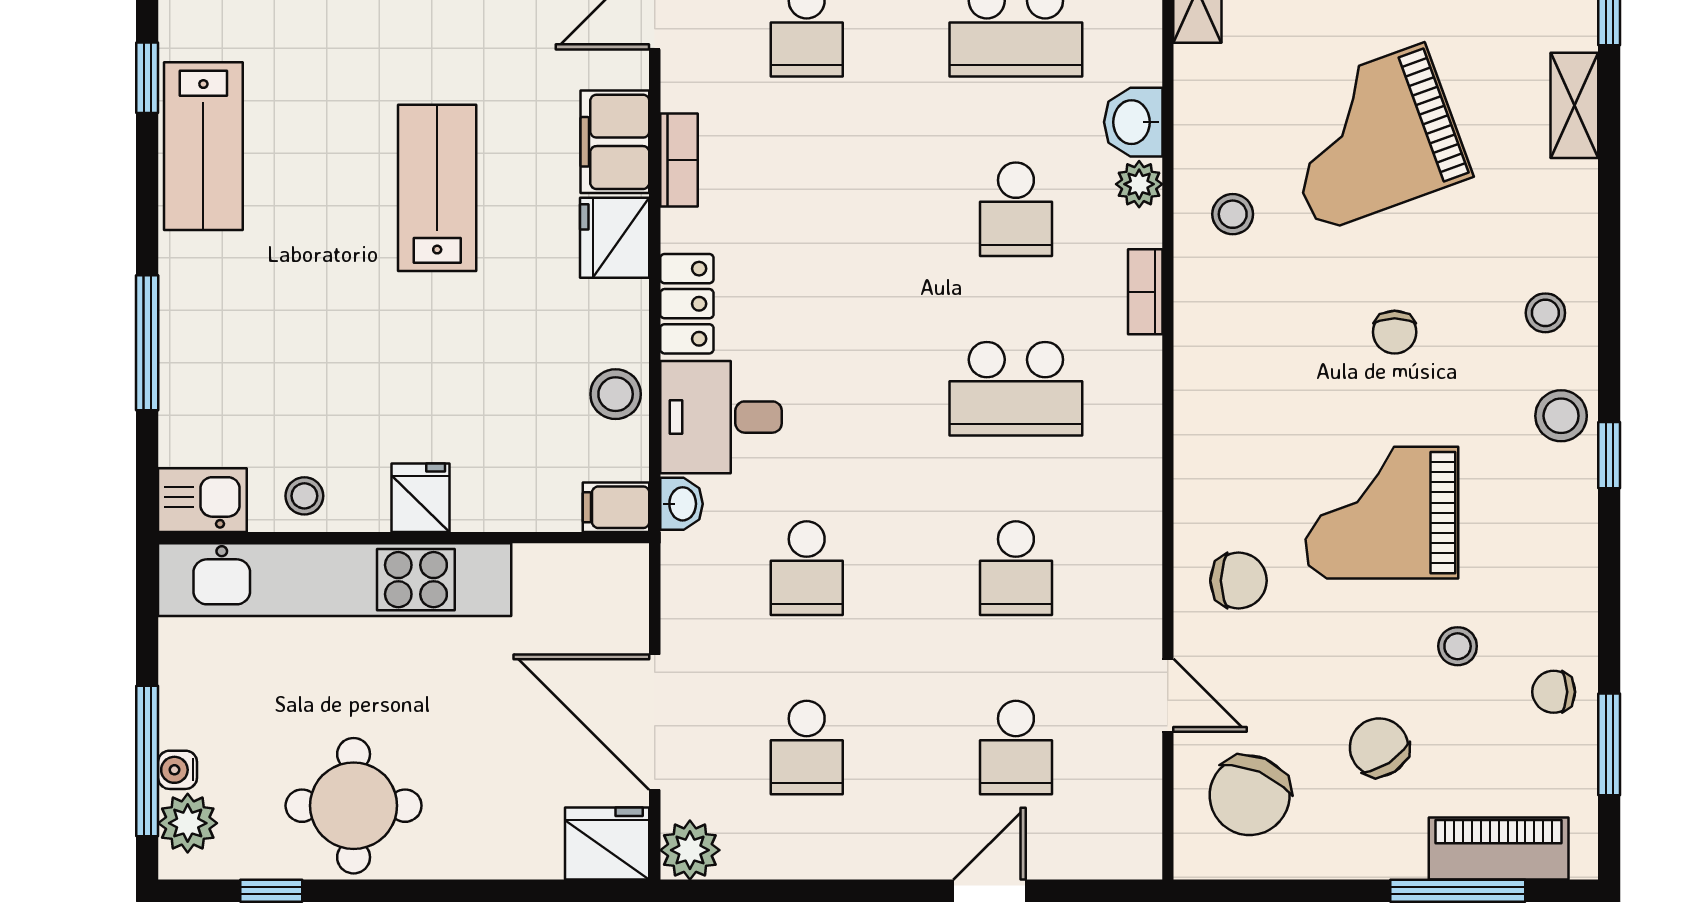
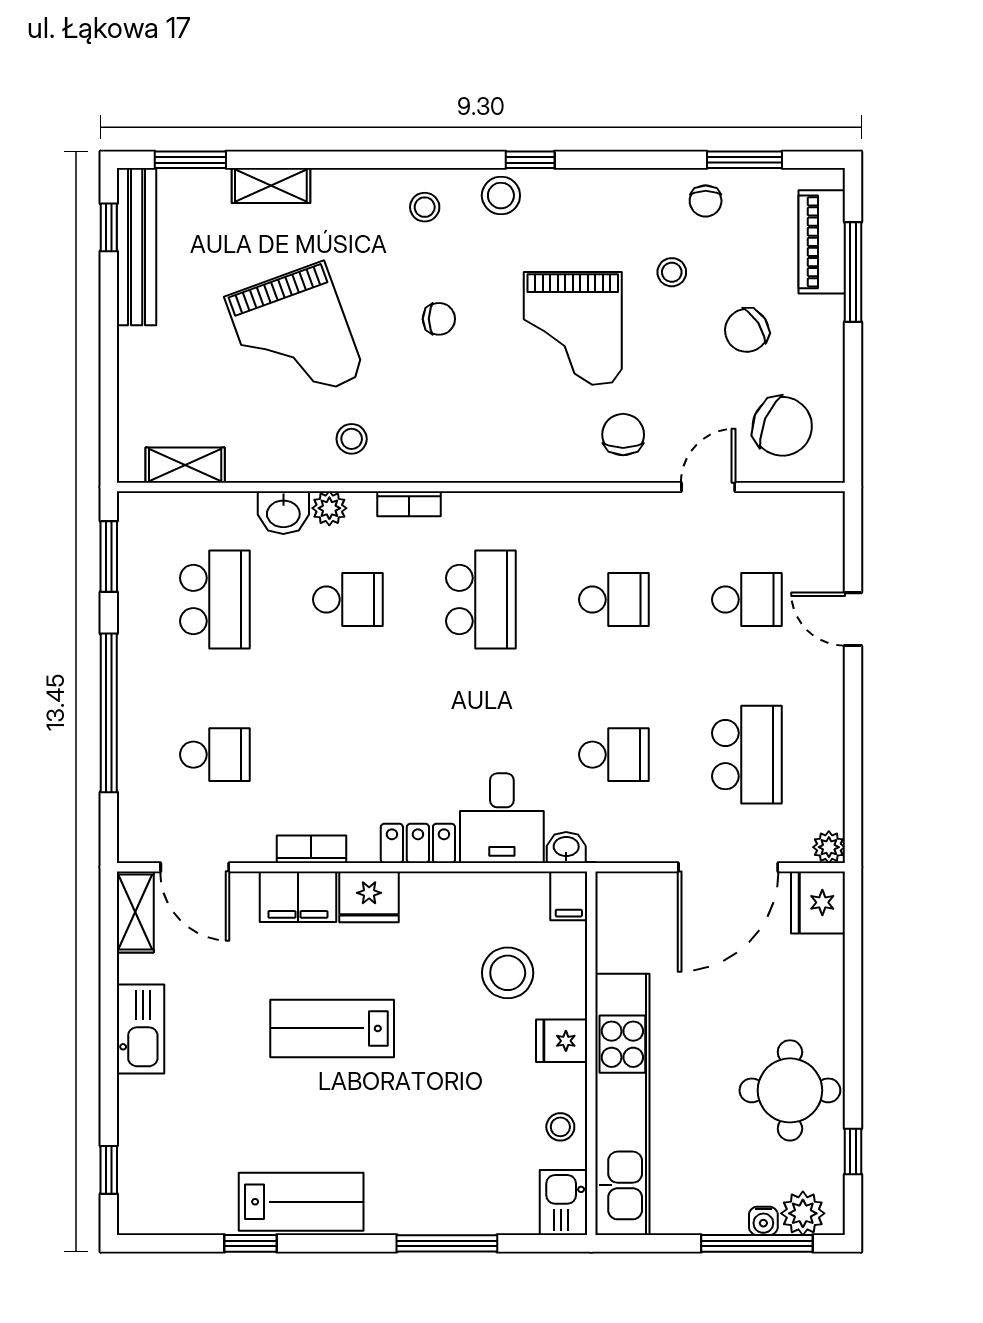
stool: (616, 394) -> (508, 973), moved, width x1.38, depth x1.38
school desk: (807, 748) -> (747, 755), width x1.85
plant: (690, 850) -> (829, 847), width x0.73, depth x0.73

